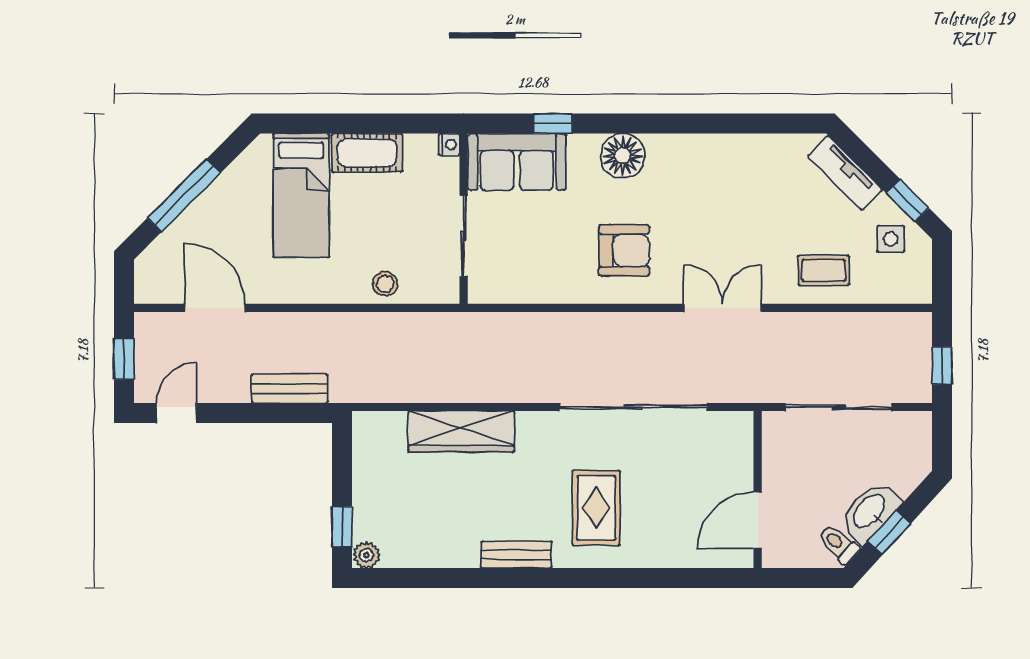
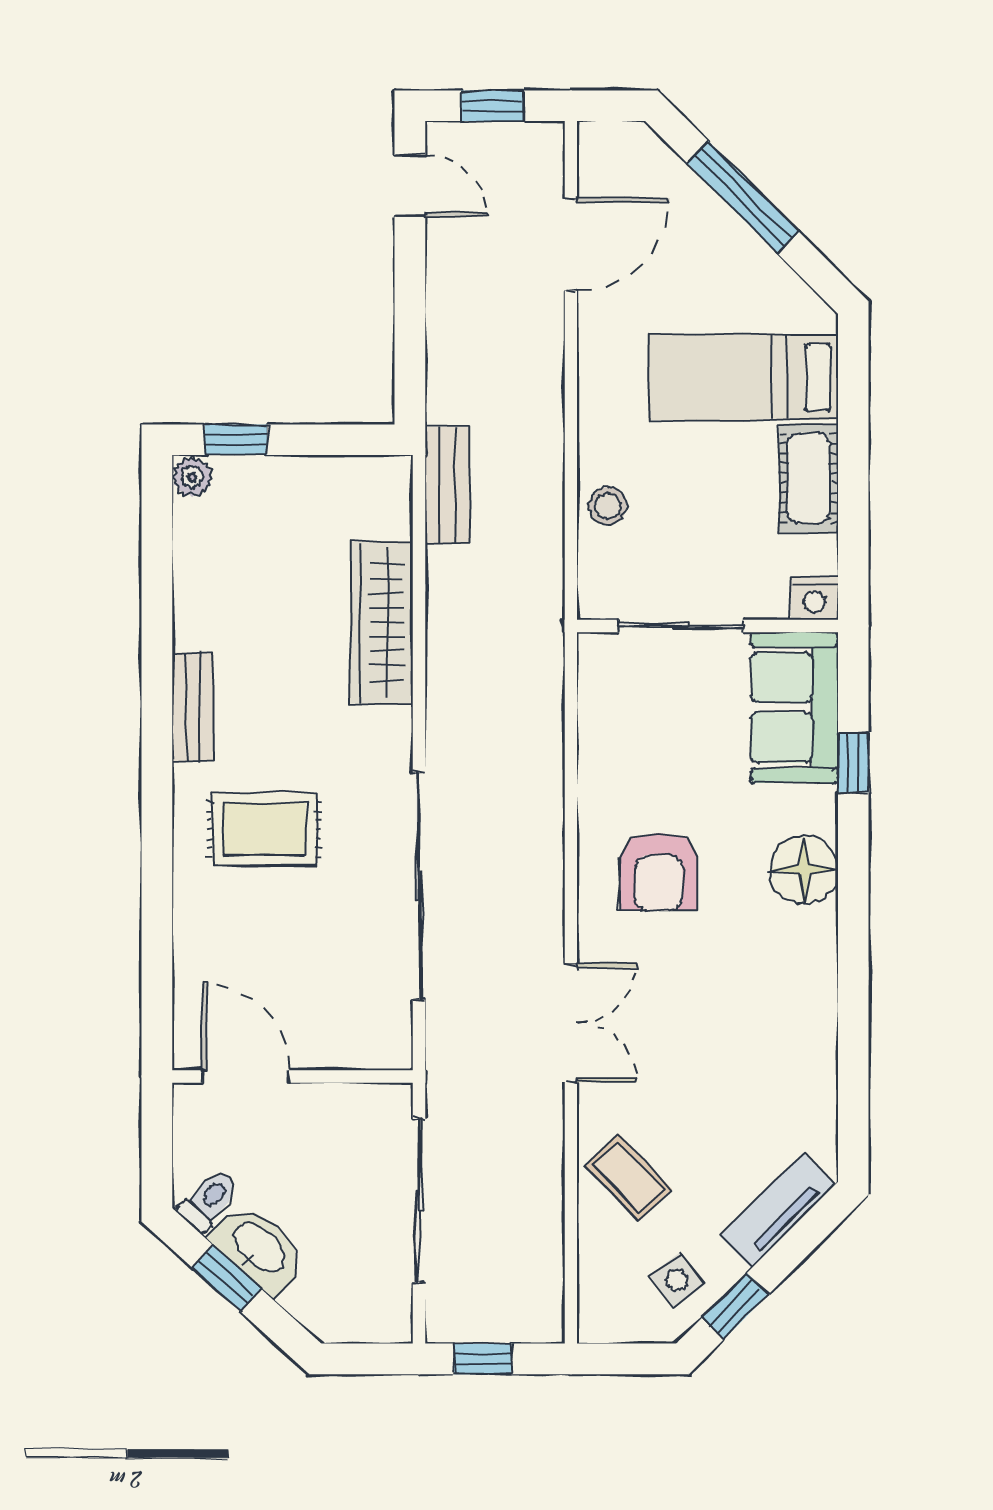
nightstand: (449, 145) -> (814, 598), width x1.39, depth x1.35
side table: (891, 239) -> (677, 1280), turned -37
coffee table: (824, 270) -> (628, 1177), turned -44
bench: (290, 388) -> (447, 485), moved

